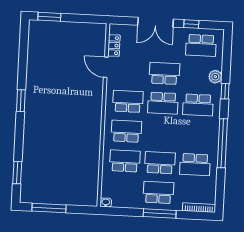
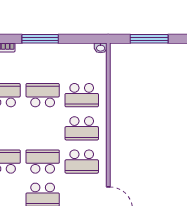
school desk: (160, 163) -> (43, 95), turned 180
school desk: (158, 193) -> (43, 62), removed
window: (49, 208) -> (149, 39), moved

